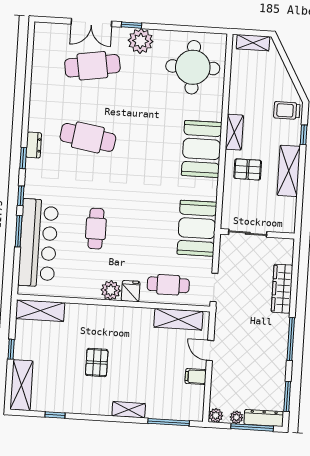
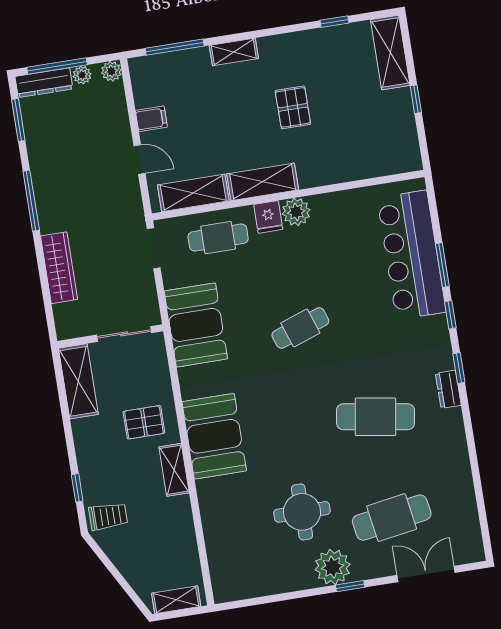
double door: (91, 23) -> (426, 574), moved
round table: (193, 67) -> (302, 512), moved, width x0.73, depth x0.73
shelving: (289, 171) -> (78, 381), moved
cafe table: (96, 229) -> (300, 328), moved, turned 71
shelving: (40, 311) -> (263, 182), moved

